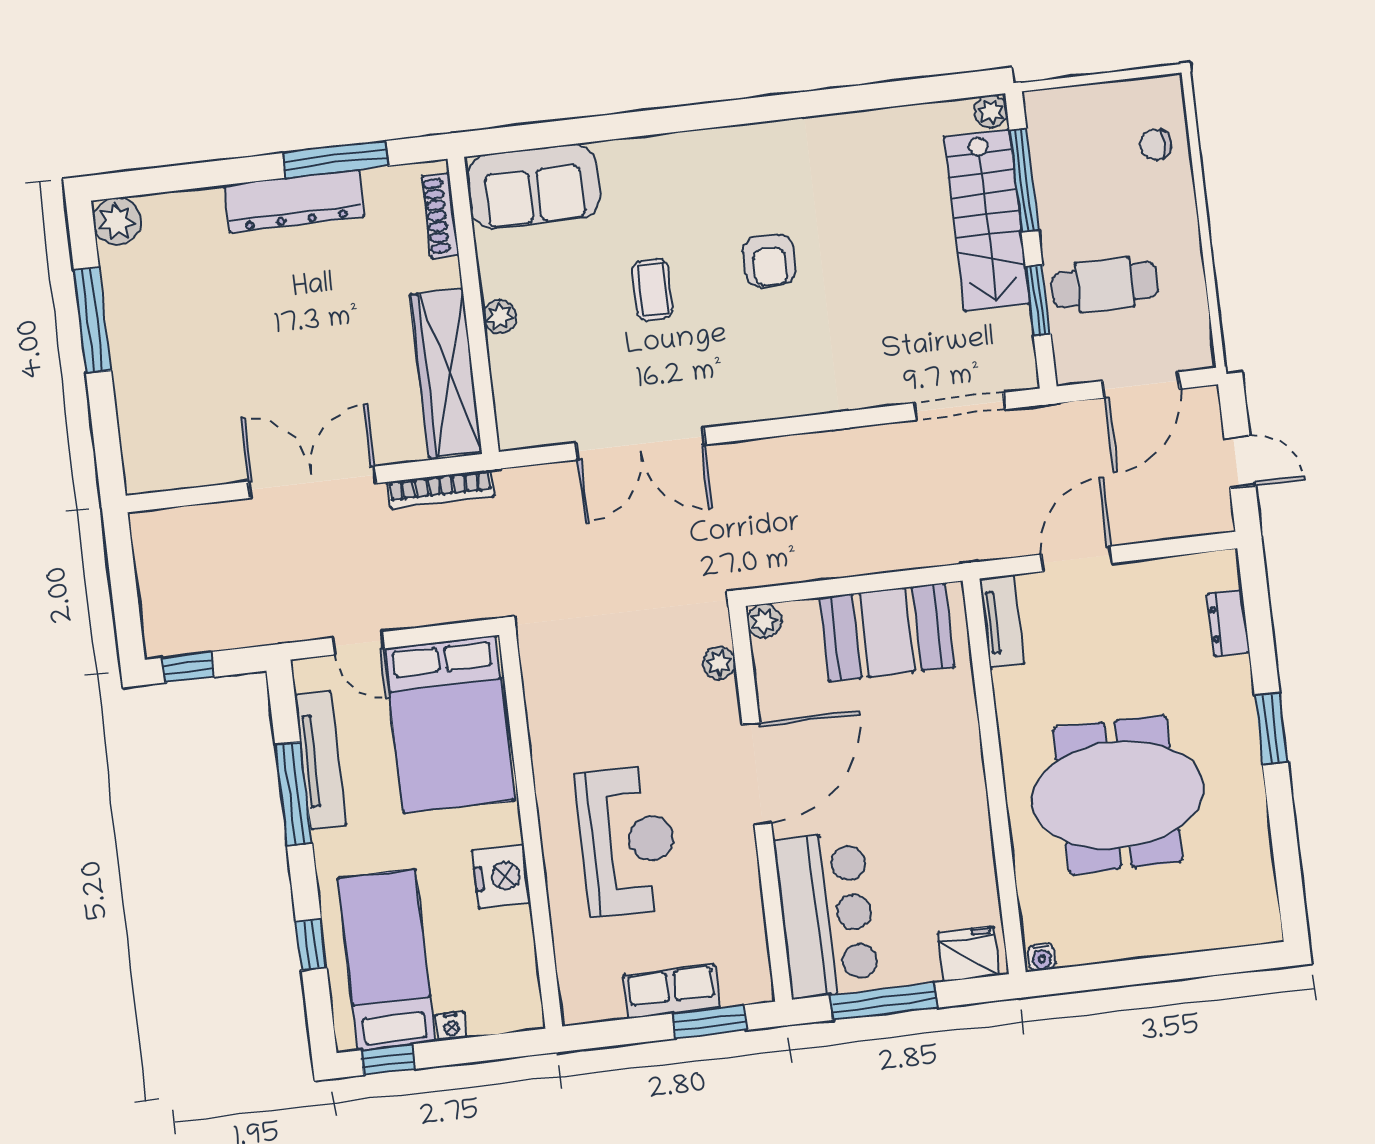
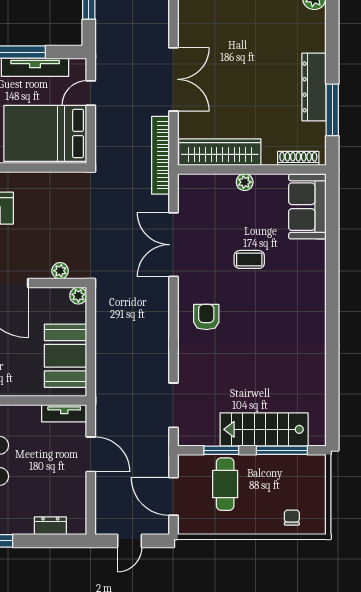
plant: (991, 111) -> (318, 438), removed
armchair: (770, 260) -> (206, 317), moved, turned 90
bookcase: (441, 489) -> (160, 155), width x1.48, depth x1.31

